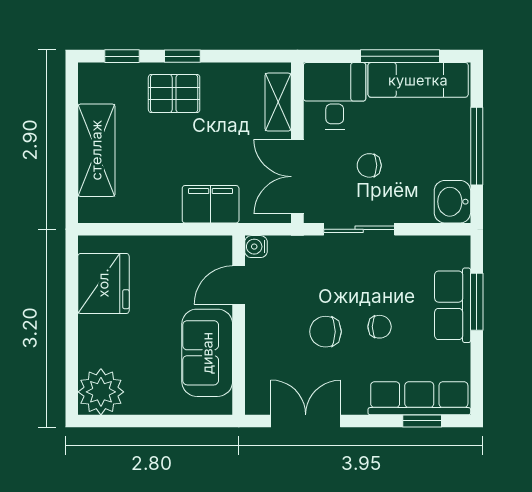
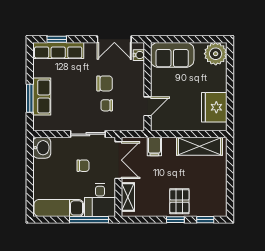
window: (400, 56) -> (89, 220), moved
pallet: (174, 94) -> (179, 201), turned 90
window: (477, 146) -> (30, 175), removed
shelving: (96, 150) -> (200, 146), moved, turned 90
filing cabinet: (211, 204) -> (154, 146), width x0.50
water cooler: (256, 247) -> (139, 55), moved
chair: (380, 327) -> (107, 105), moved
sofa: (207, 353) -> (172, 55), moved, turned 90

